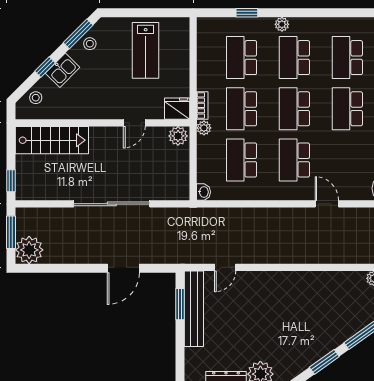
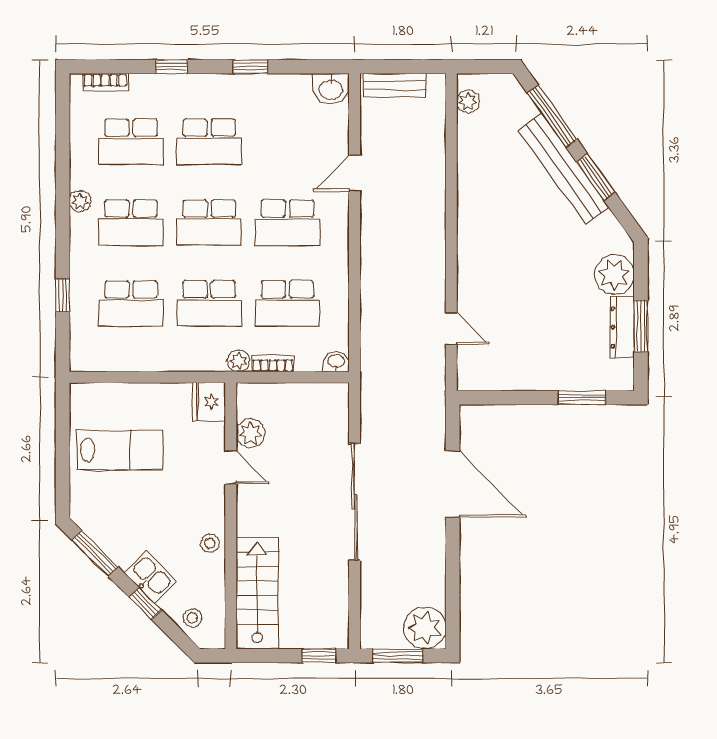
plant: (282, 24) -> (80, 201), moved
stool: (90, 44) -> (210, 543), moved
bookcase: (202, 105) -> (273, 364), moved
plant: (178, 136) -> (251, 433), moved
door: (123, 268) -> (453, 484), width x1.36
window: (180, 304) -> (582, 398), moved
bench: (194, 309) -> (564, 169), moved, turned 54

